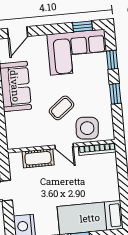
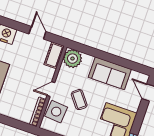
plant: (18, 137) -> (72, 59), added
cot: (38, 158) -> (54, 55), moved

